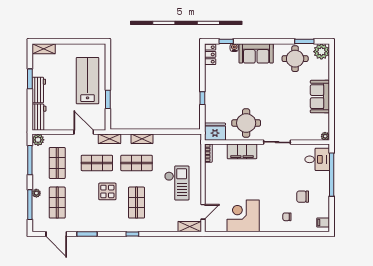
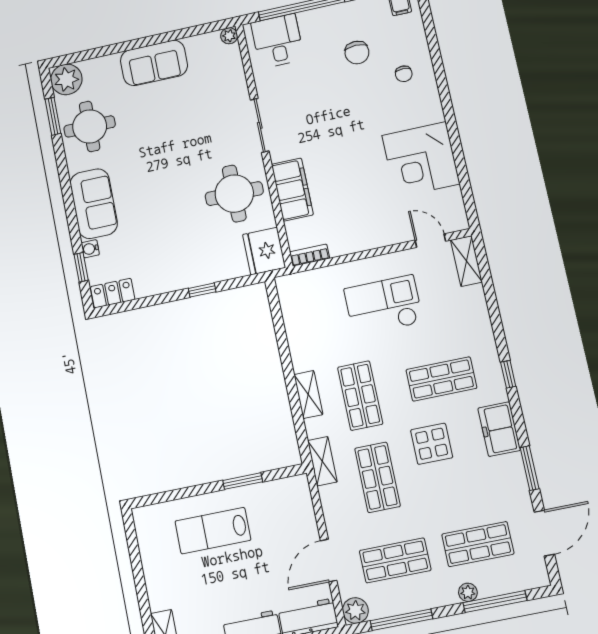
lab bench: (88, 81) -> (213, 531), width x0.73, depth x0.72
door: (84, 132) -> (329, 561), moved
freezer: (108, 224) -> (499, 429), added

